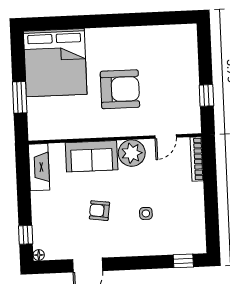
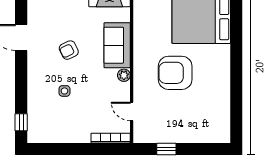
armchair: (120, 89) -> (175, 73), turned 90
plant: (132, 153) -> (124, 75), width x0.53, depth x0.53
armchair: (99, 211) -> (69, 50), turned -124

